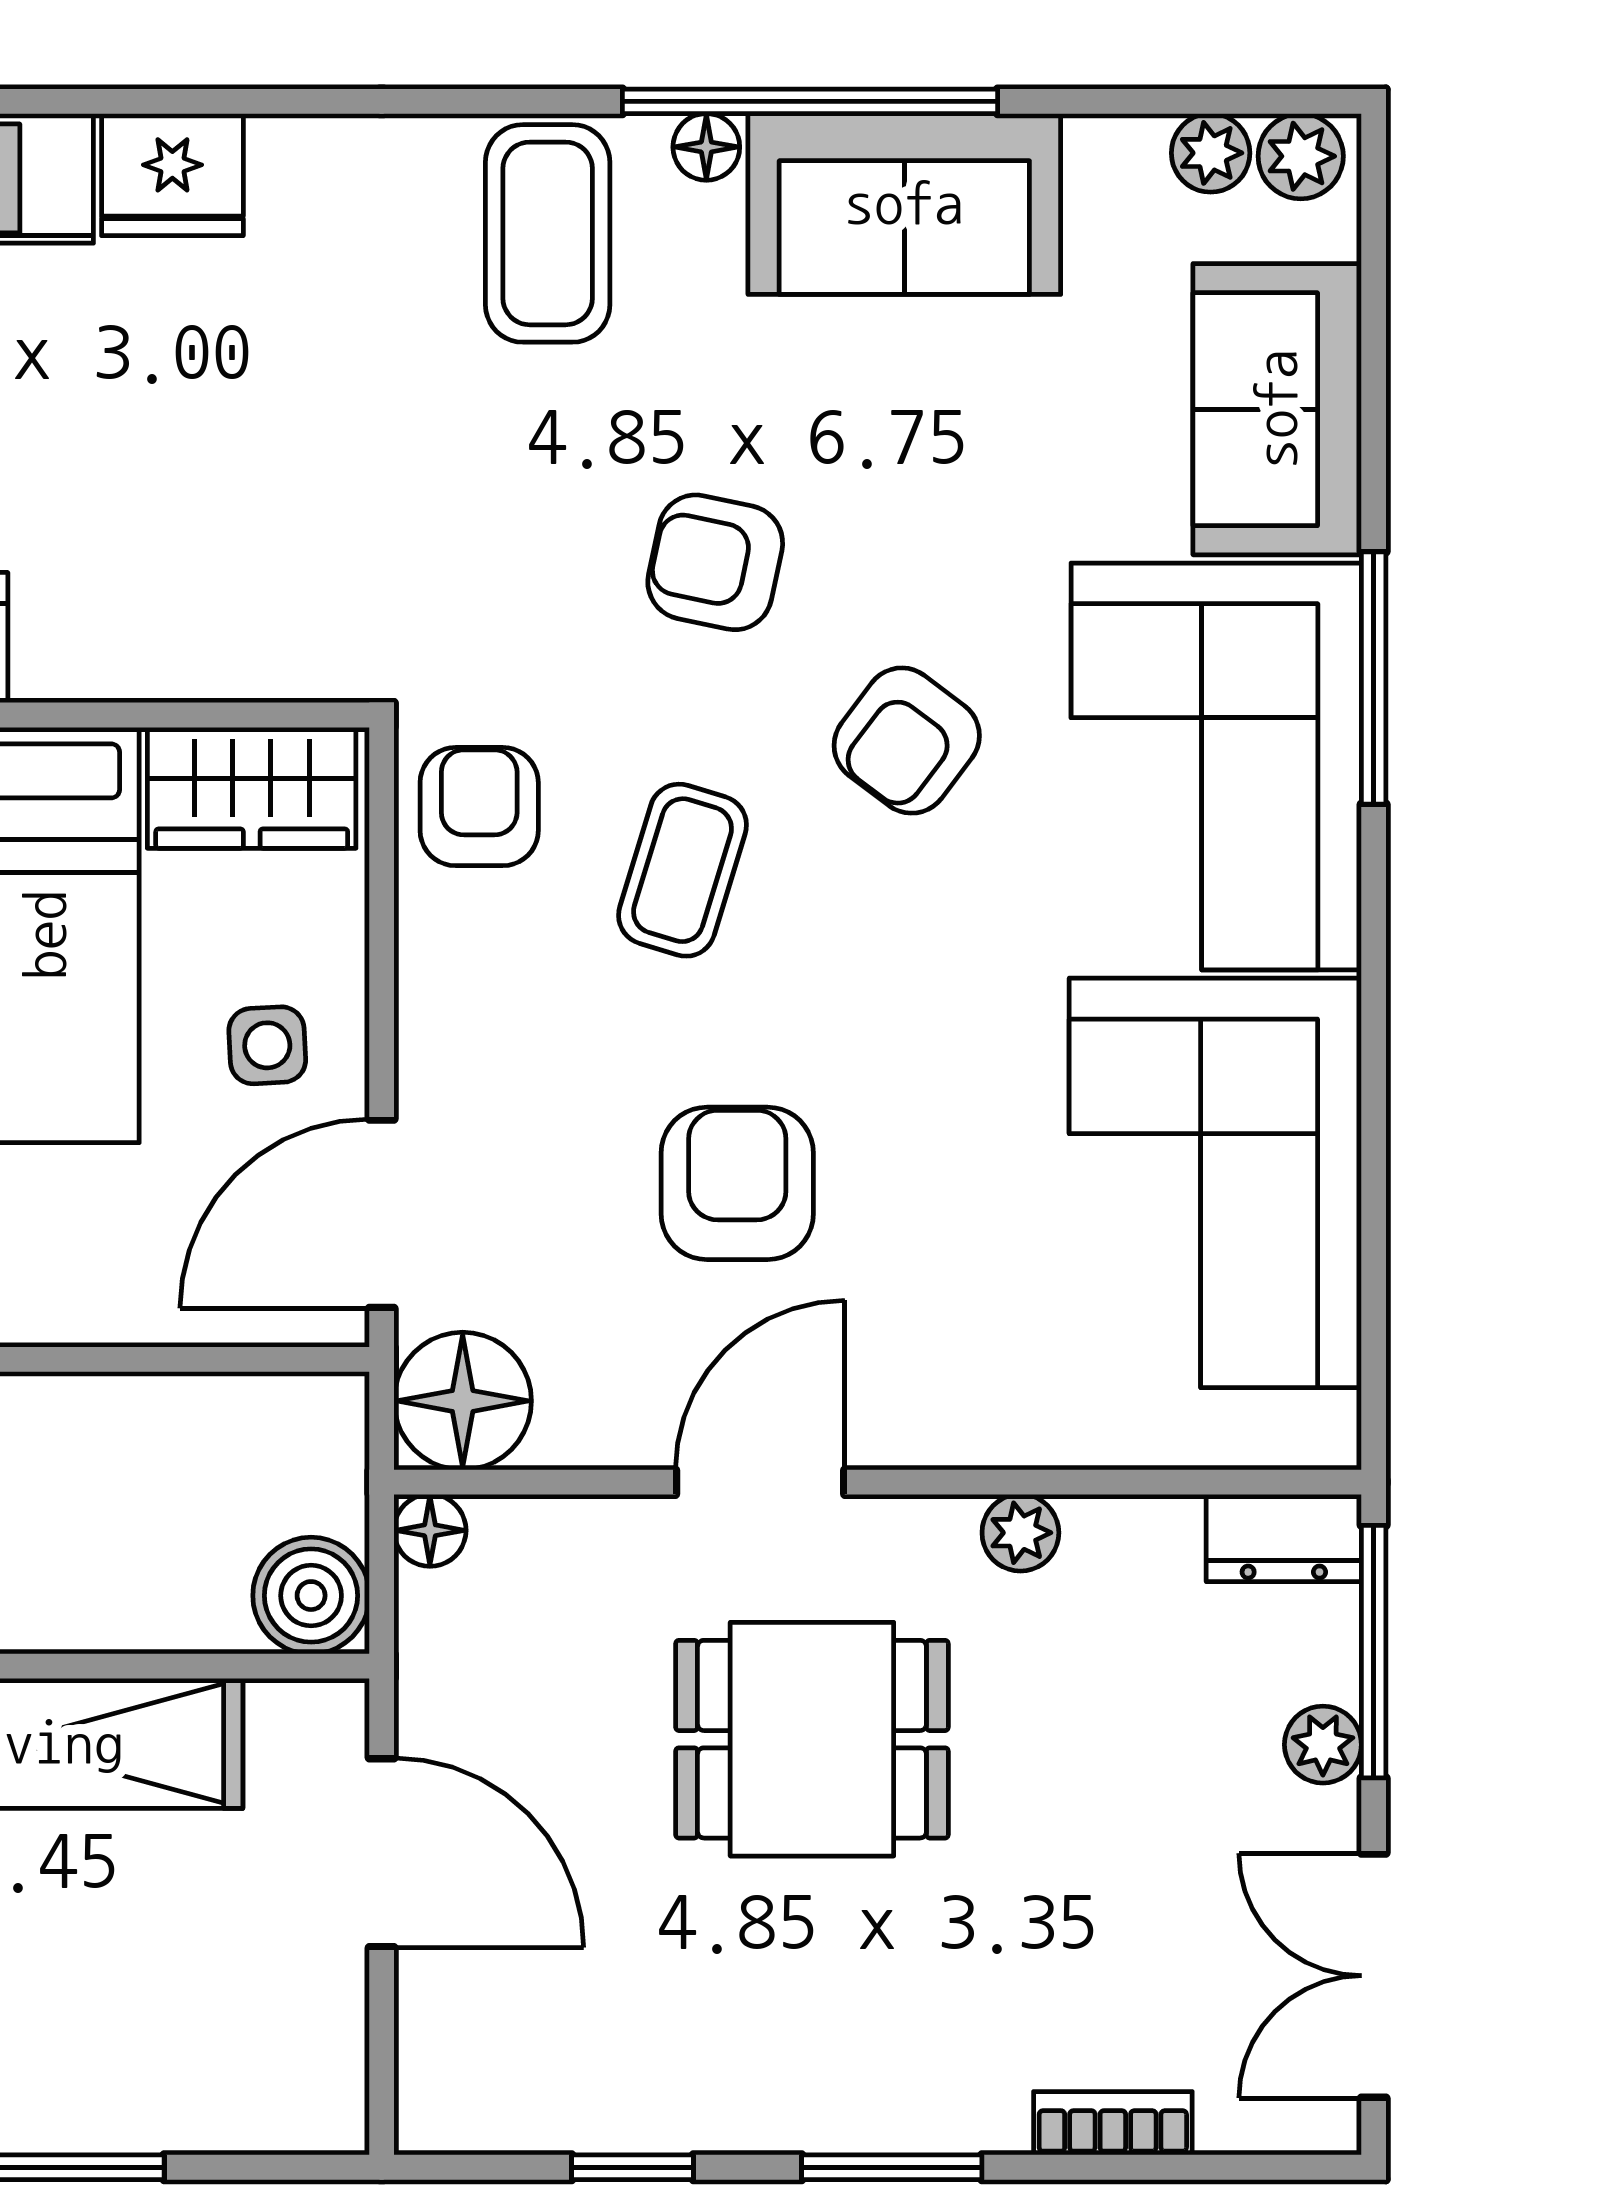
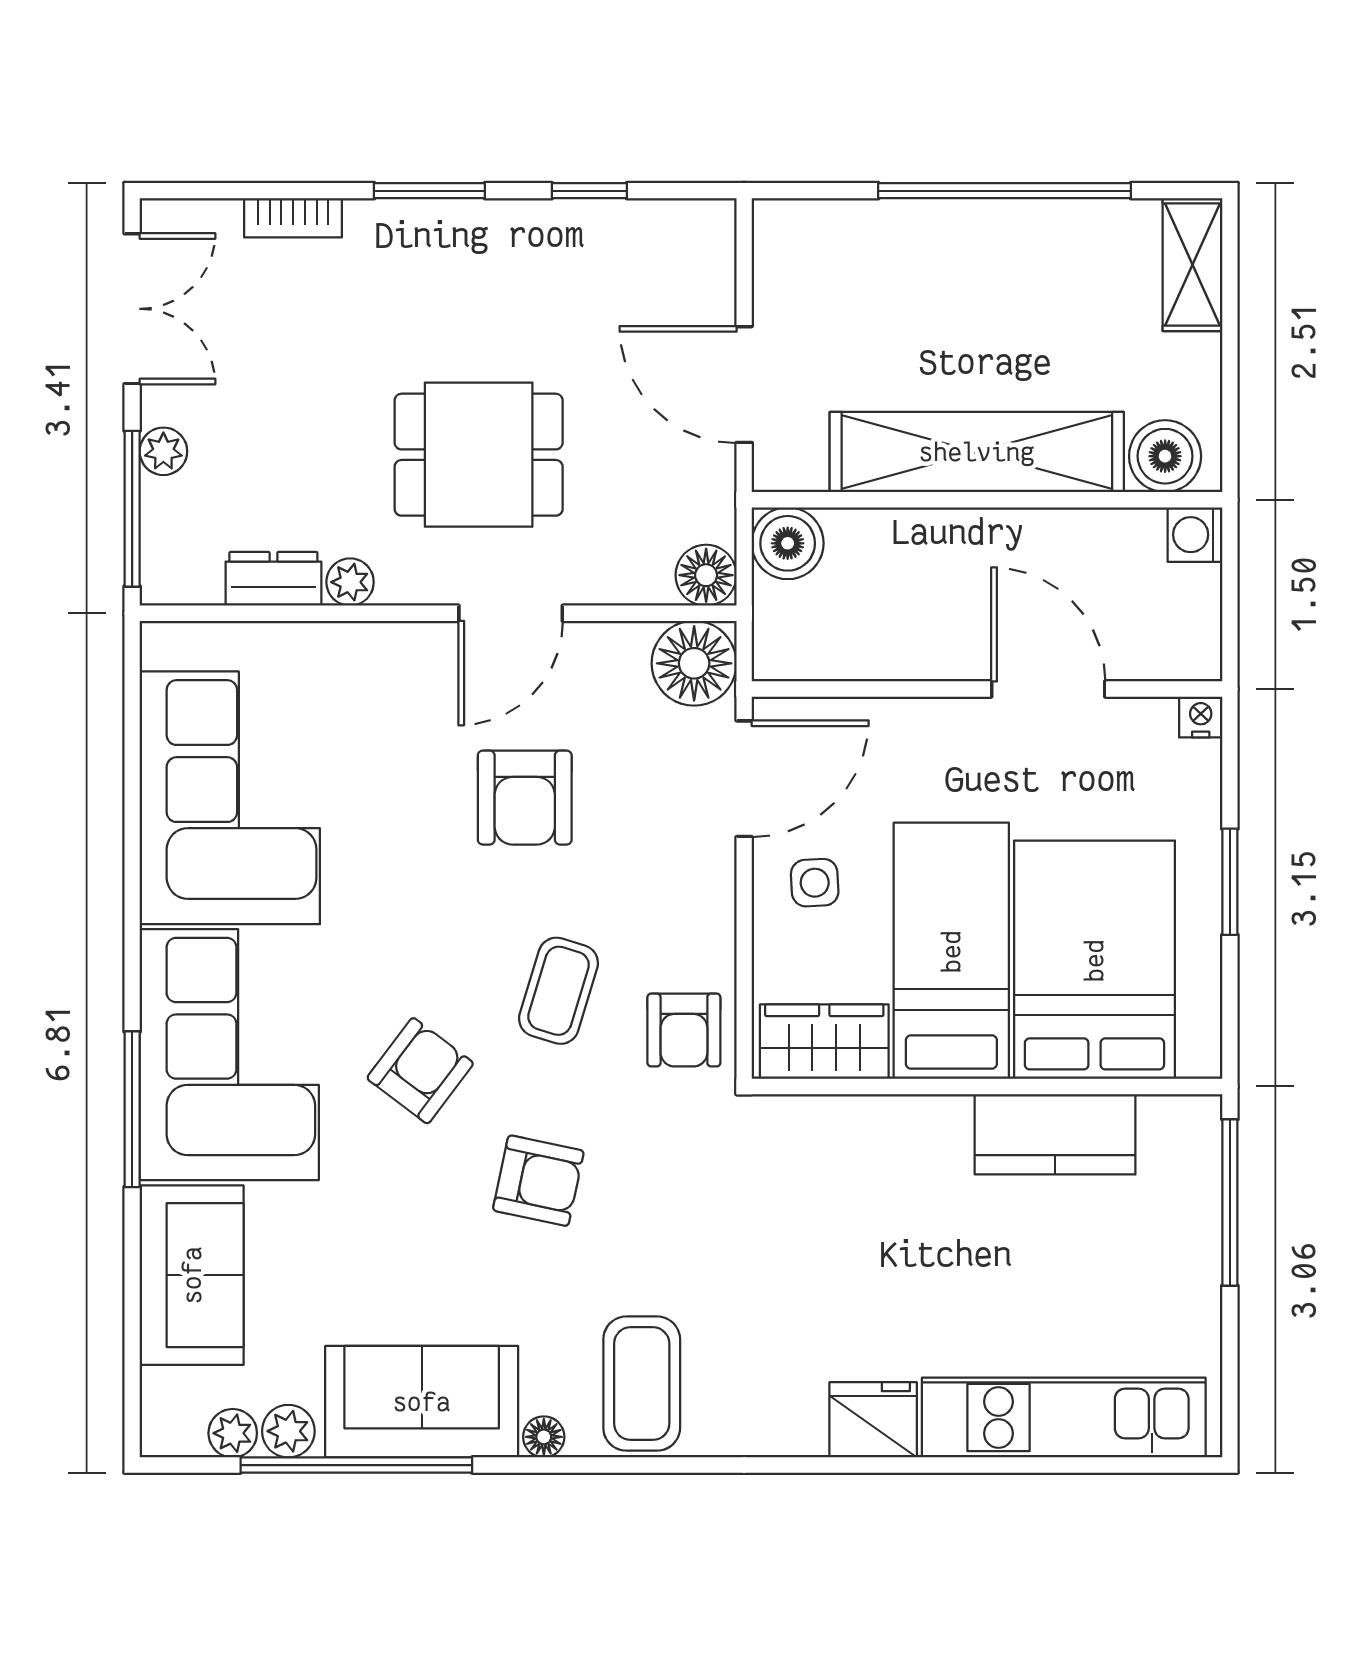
window: (810, 101) -> (356, 1465), moved
plant: (1301, 156) -> (288, 1431), moved
floor lamp: (430, 1530) -> (706, 575), width x1.37, depth x1.37
dresser: (1284, 1538) -> (273, 579), moved

